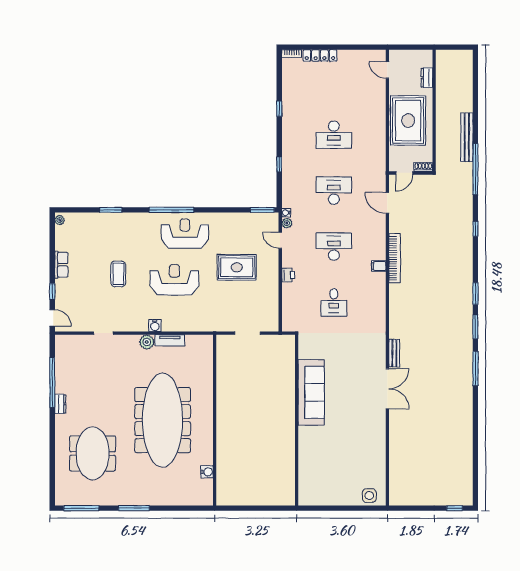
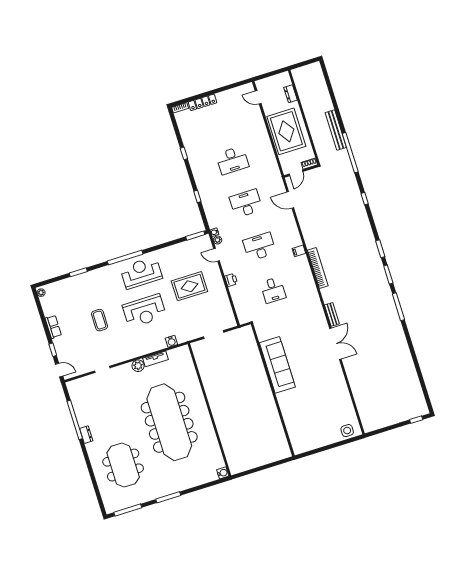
bookcase: (395, 258) -> (318, 268), moved
reception desk: (174, 280) -> (144, 311), turned 180
water cooler: (155, 326) -> (171, 341), moved
water cooler: (207, 472) -> (223, 473), moved

